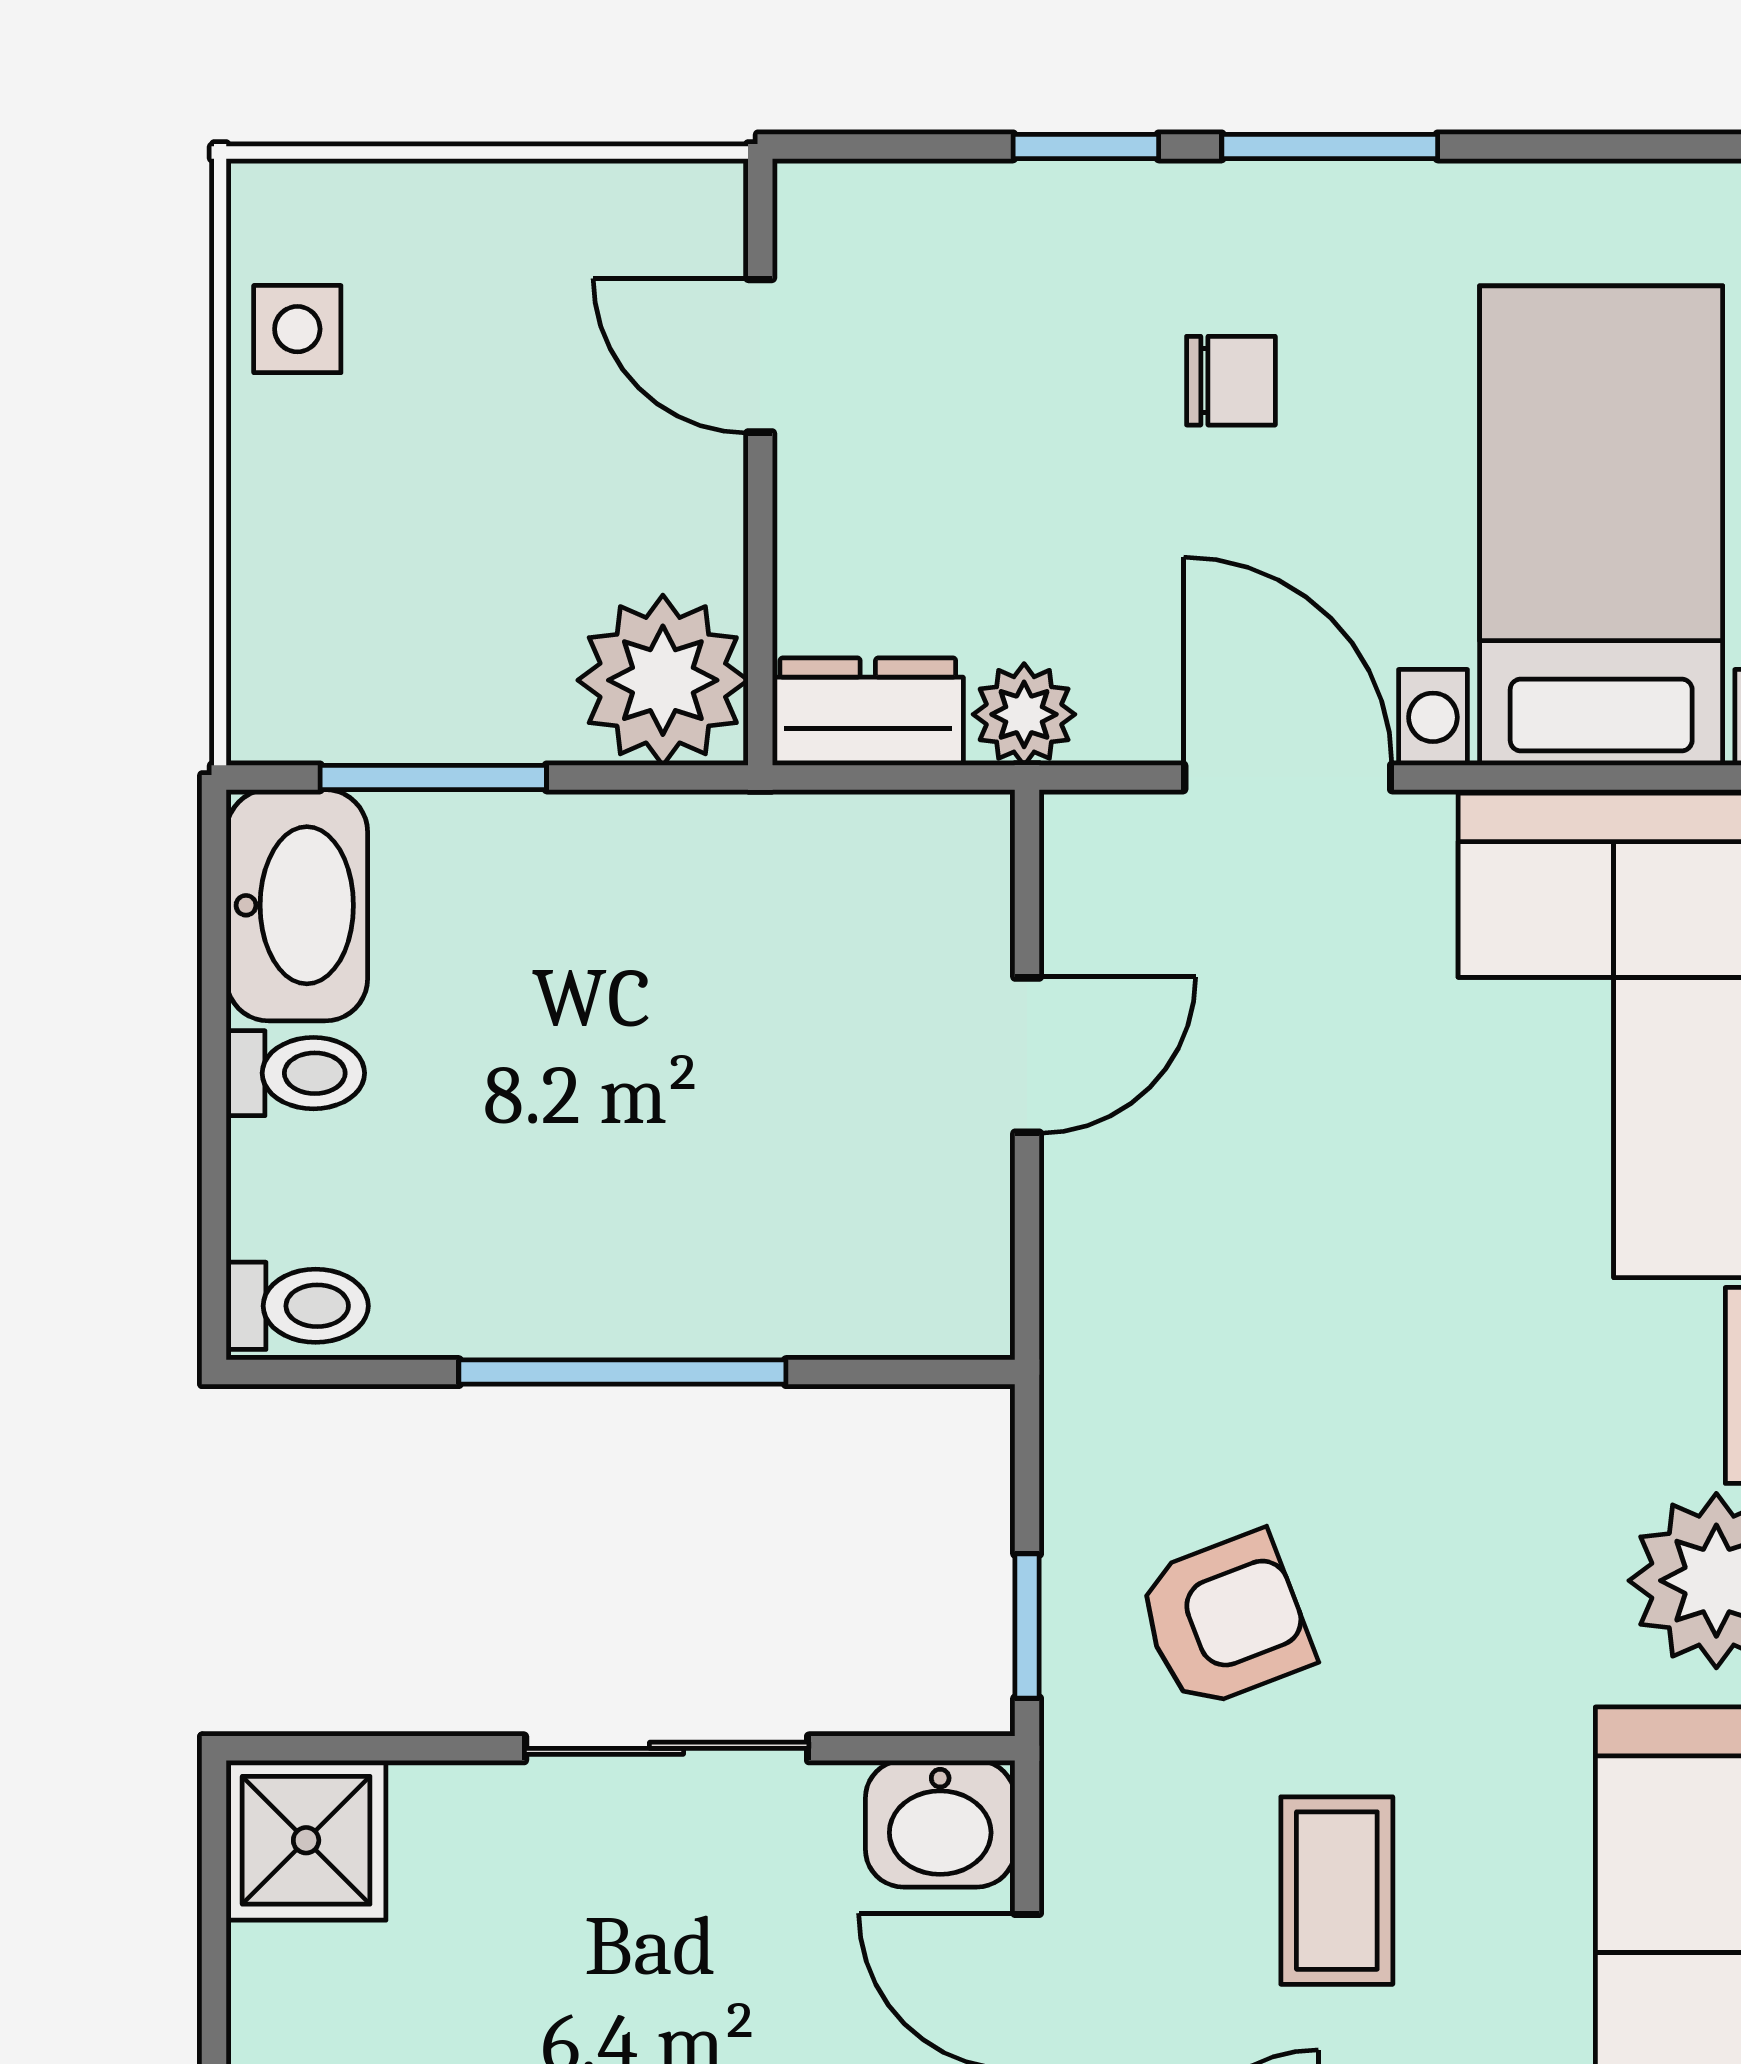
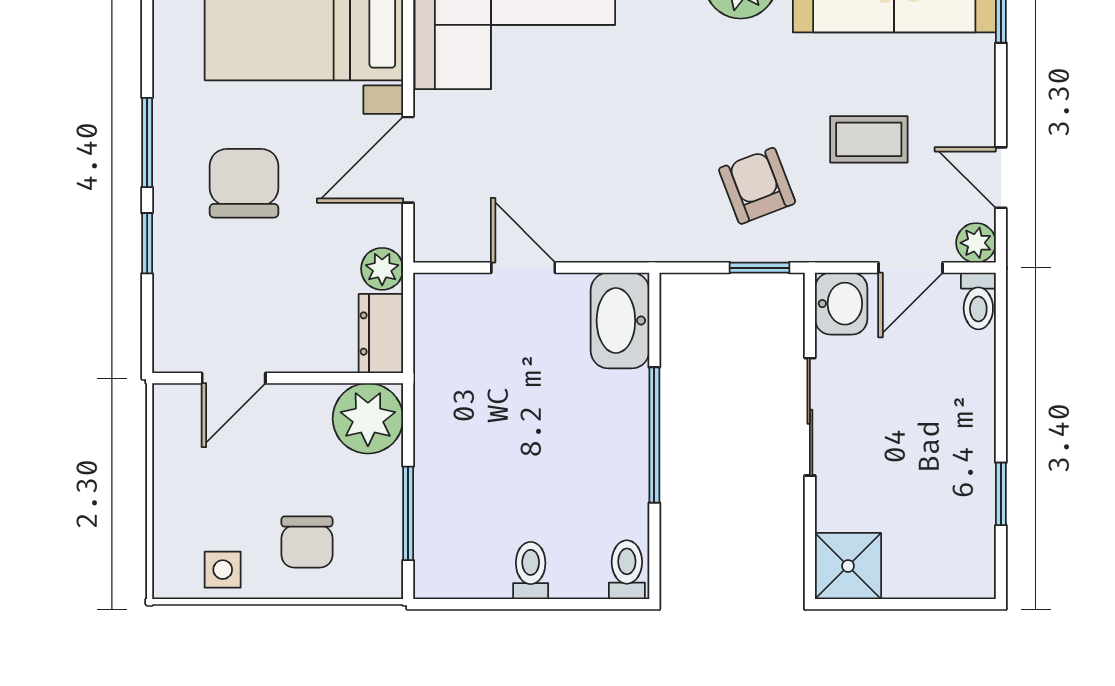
chair: (1231, 381) -> (244, 183), width x1.87, depth x1.87
chair: (364, 533) -> (307, 542), added
washbasin: (297, 905) -> (620, 320), moved, turned -90

